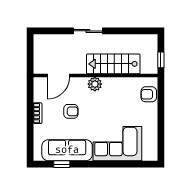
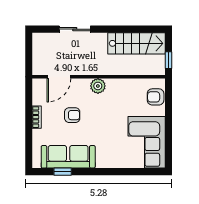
sliding door: (88, 31) -> (75, 29), moved
stairs: (113, 64) -> (136, 43), moved, turned 180
corner sofa: (117, 144) -> (147, 142), moved, turned -90

